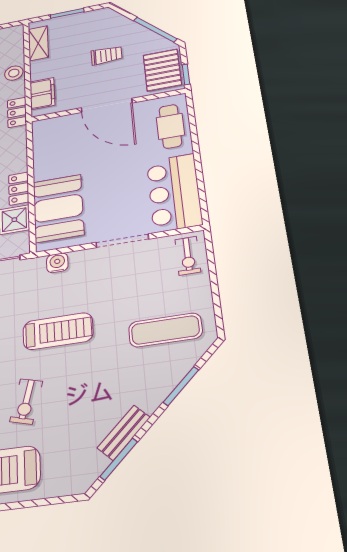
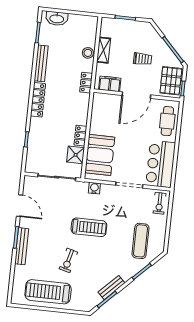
shelving: (38, 43) -> (104, 50), moved
filing cabinet: (42, 94) -> (110, 84), moved, turned -90
door: (107, 105) -> (136, 95), hinge flipped
exercise mat: (165, 330) -> (140, 241), turned 90

